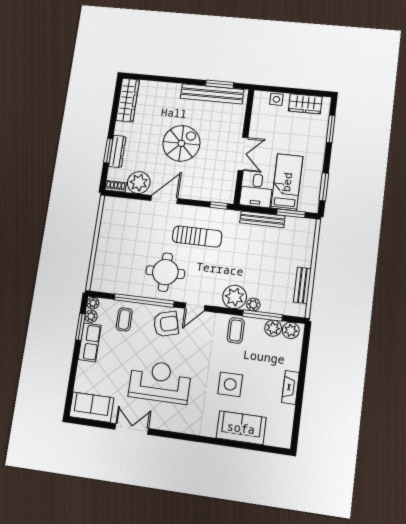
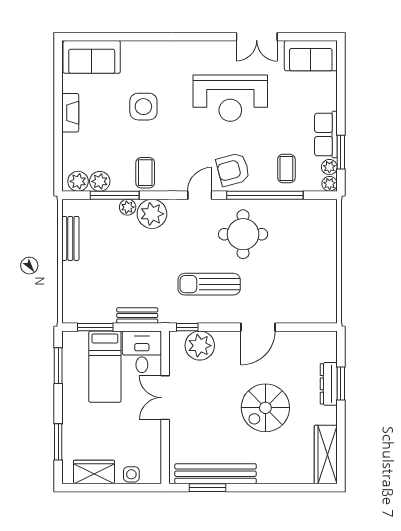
spiral stairs: (181, 143) -> (265, 408), moved
plant: (139, 183) -> (200, 346), moved
shoe rack: (116, 186) -> (324, 337), removed
bench: (262, 219) -> (137, 315), width x0.73
sofa: (241, 428) -> (92, 57), moved

